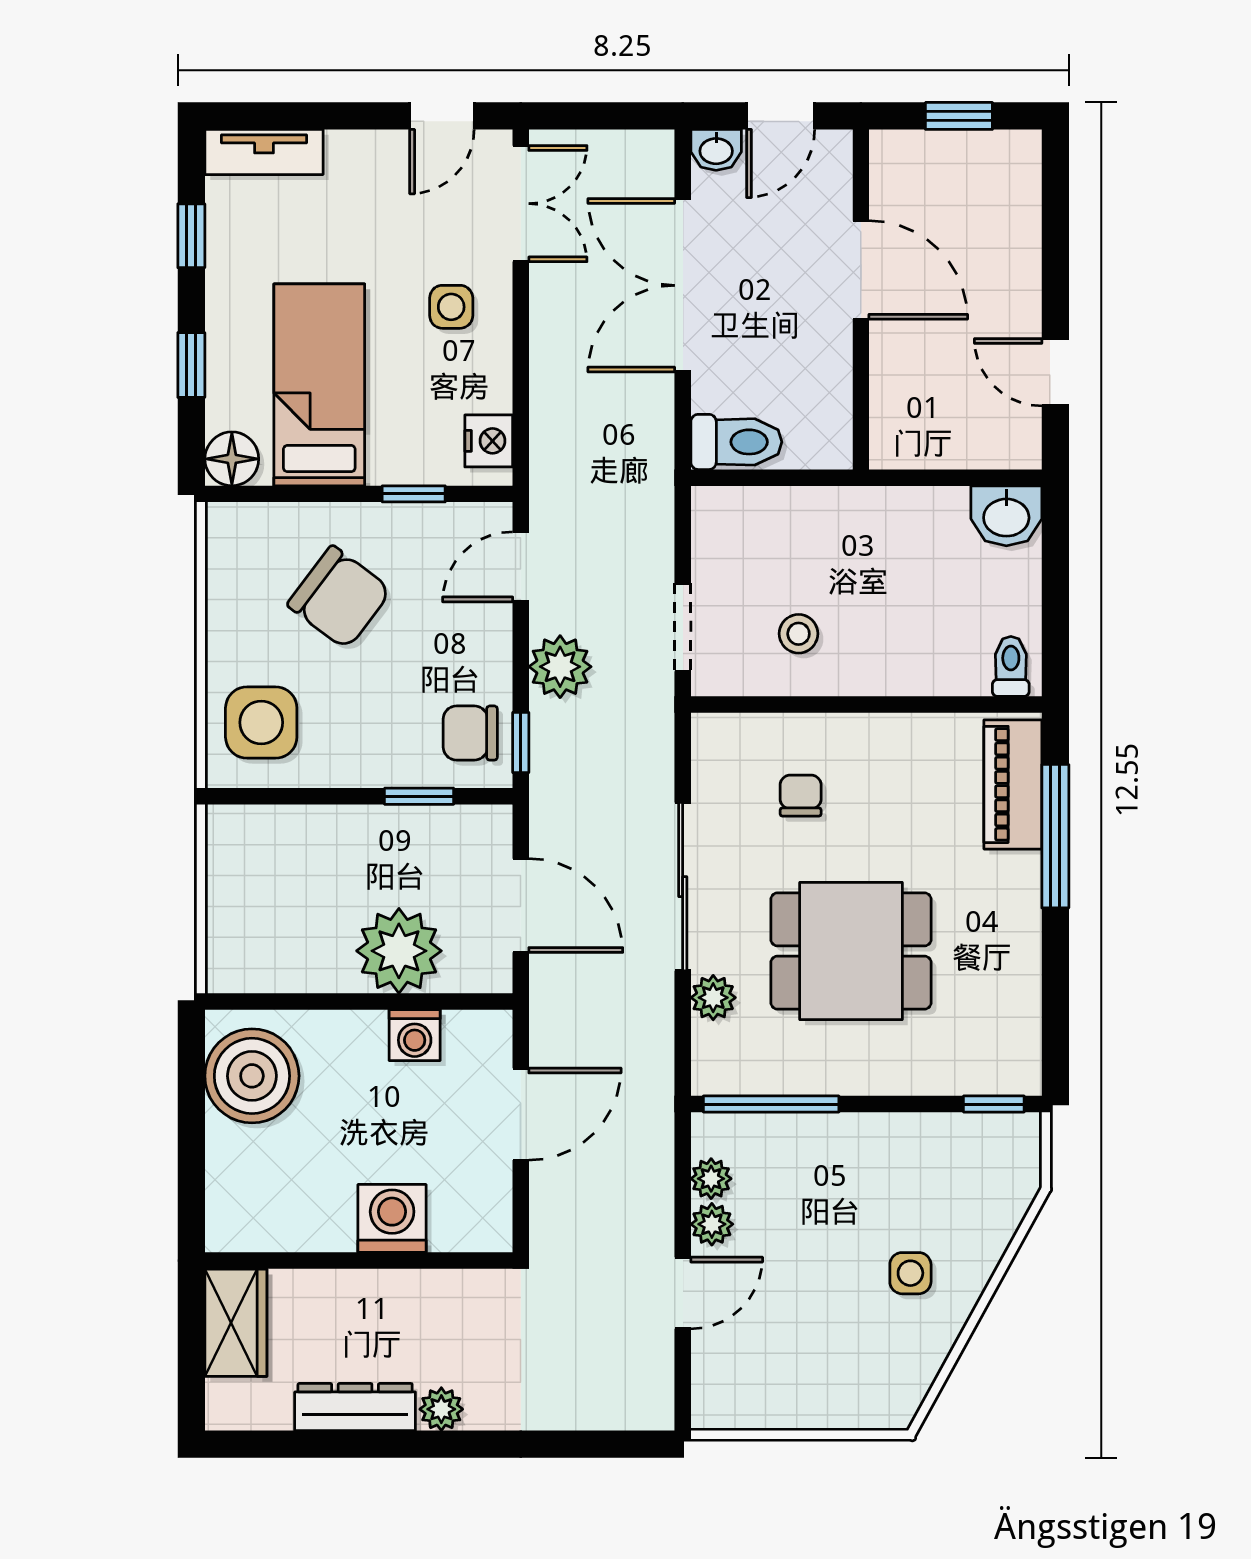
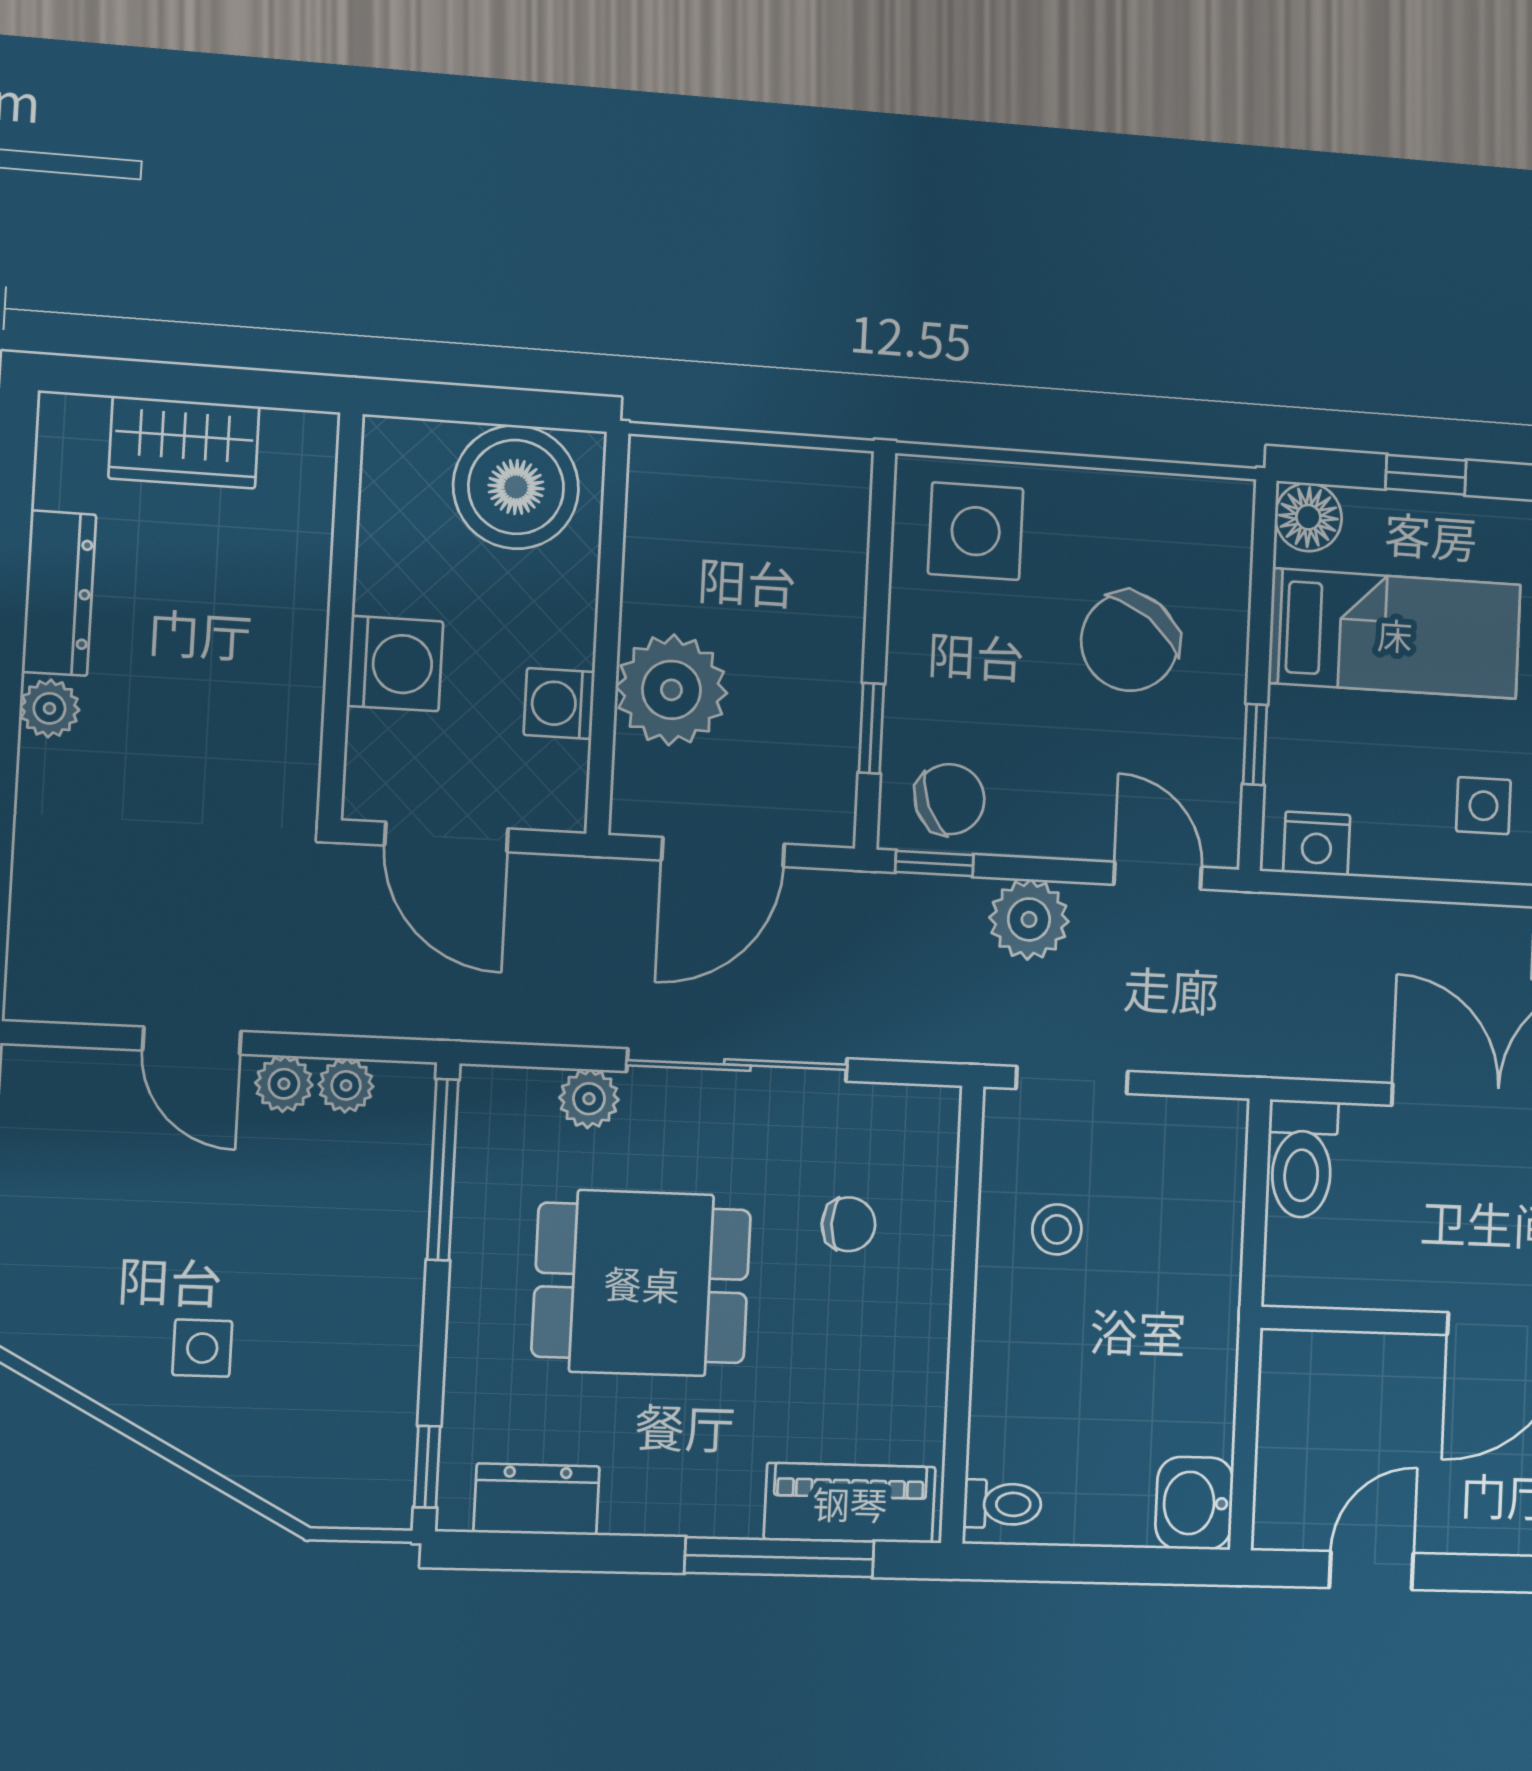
chair: (470, 733) -> (950, 799), turned 68
dining table: (851, 951) -> (642, 1283), turned 90
dresser: (1016, 1021) -> (537, 1499), added
washing machine: (392, 1218) -> (395, 664), moved
wall: (359, 1261) -> (341, 616), moved

